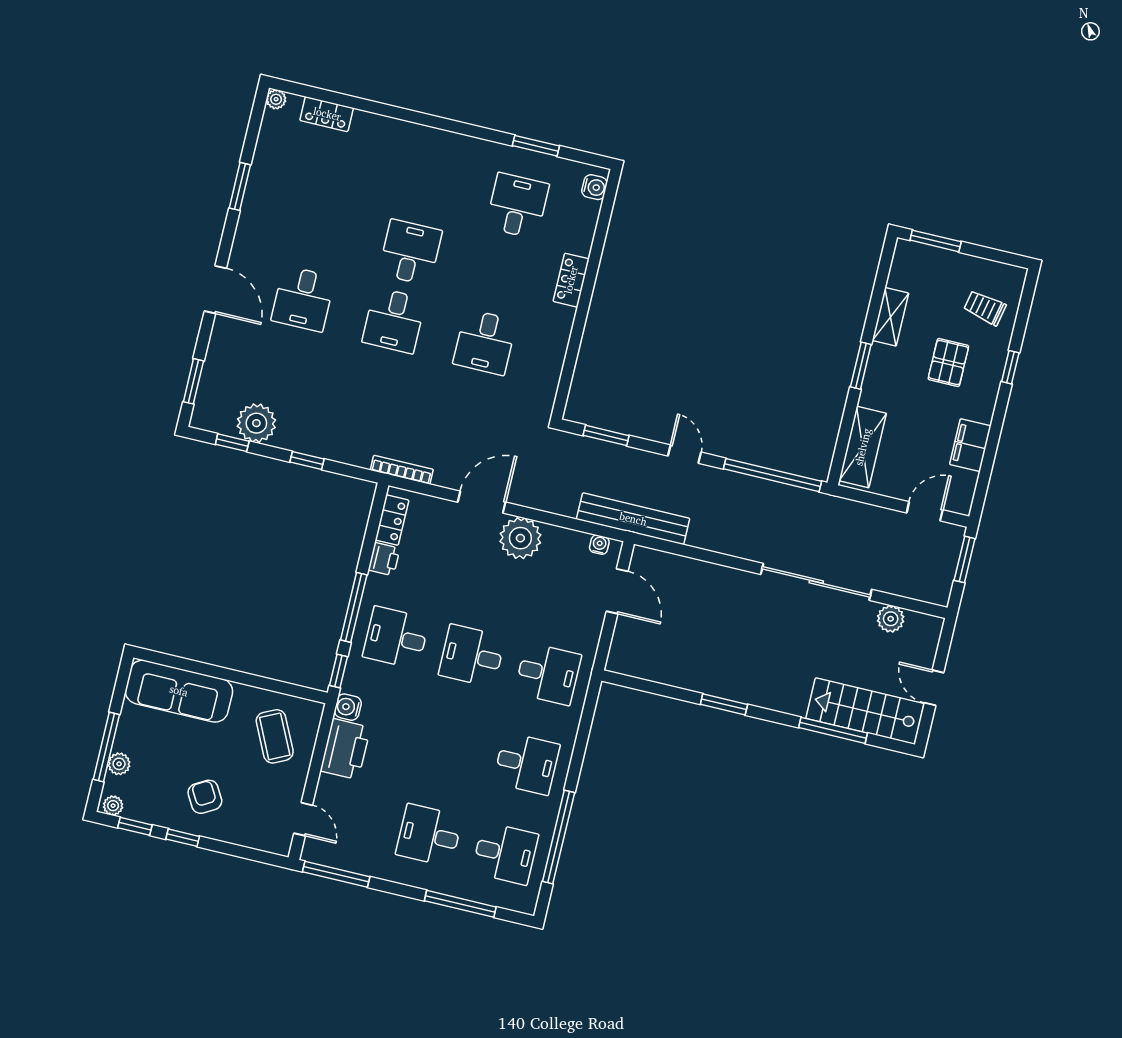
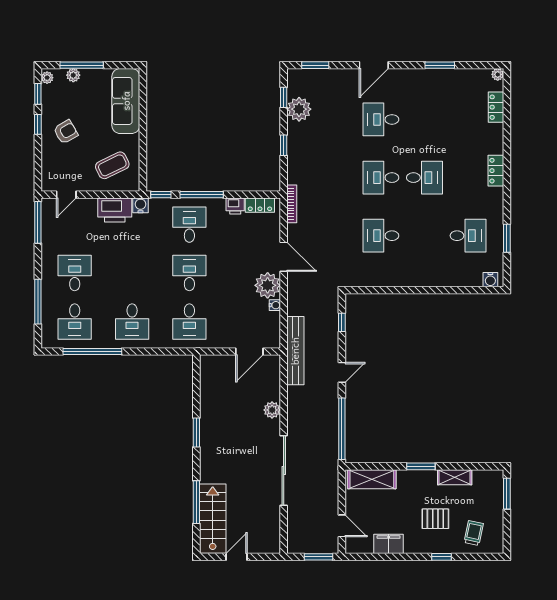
locker: (571, 280) -> (496, 171), moved, turned -90
window: (606, 435) -> (342, 322), width x0.67
water cooler: (599, 545) -> (275, 305), moved
plant: (891, 619) -> (272, 410), moved

